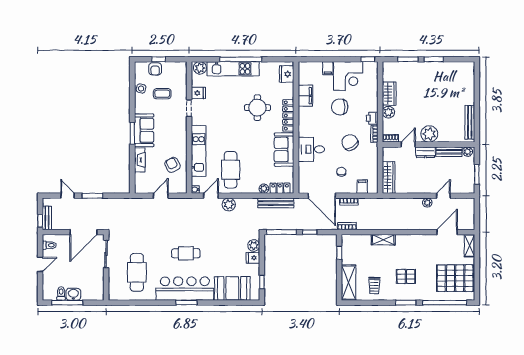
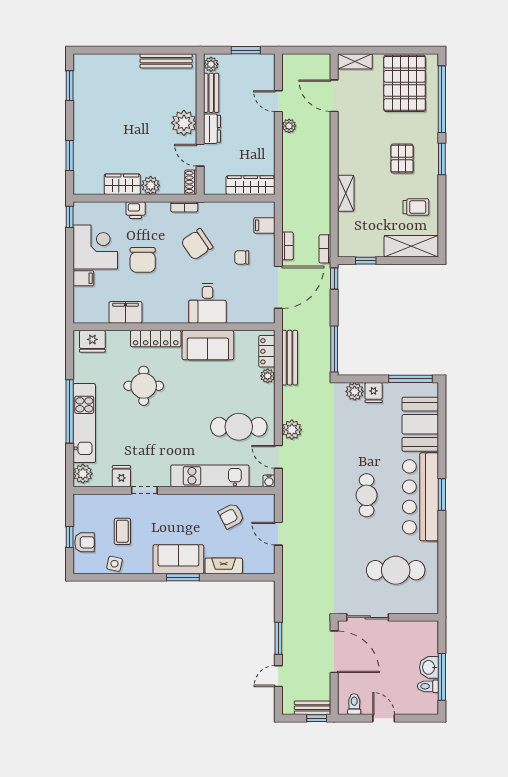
window: (434, 59) -> (70, 86), moved
printer: (372, 118) -> (136, 210), moved
window: (310, 232) -> (334, 278), moved
window: (262, 282) -> (410, 379), width x2.17

